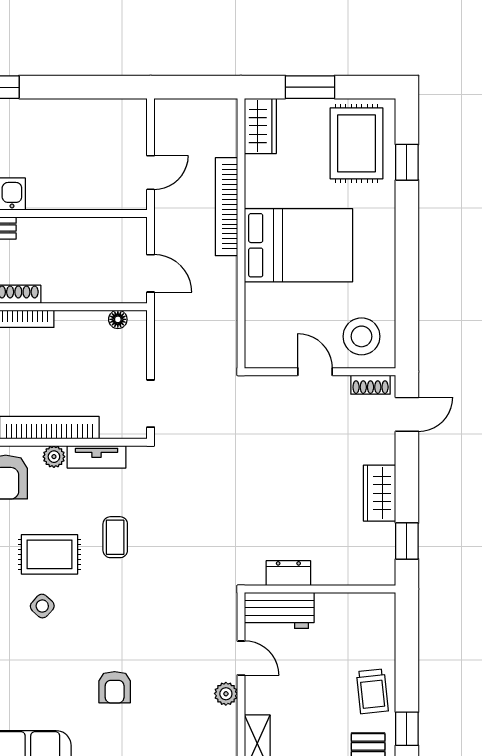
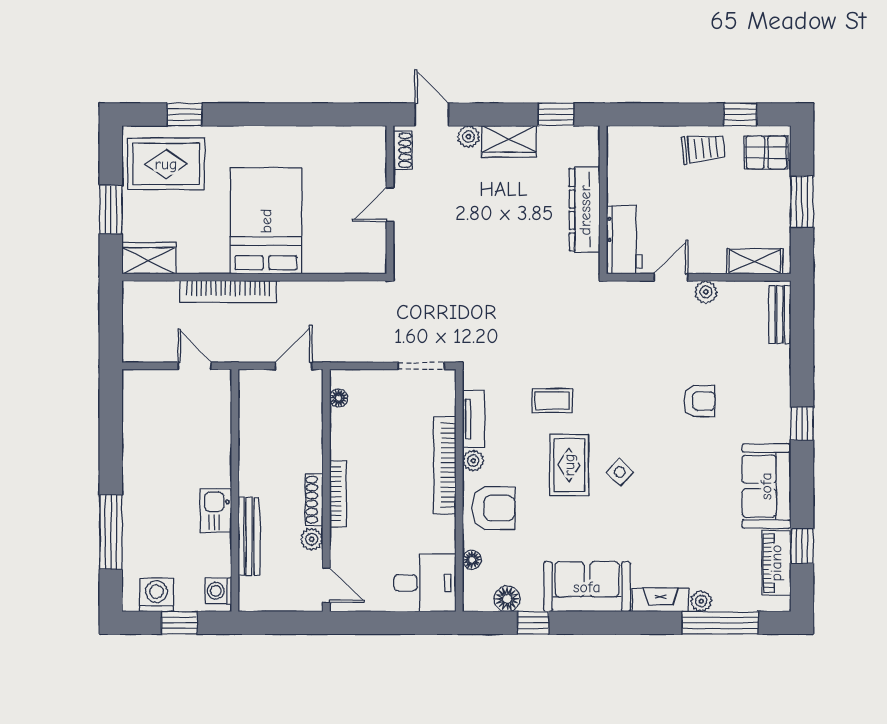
stool: (361, 336) -> (355, 159), removed
plant: (384, 452) -> (468, 137), added
dresser: (288, 573) -> (585, 210), width x1.96, depth x1.24

